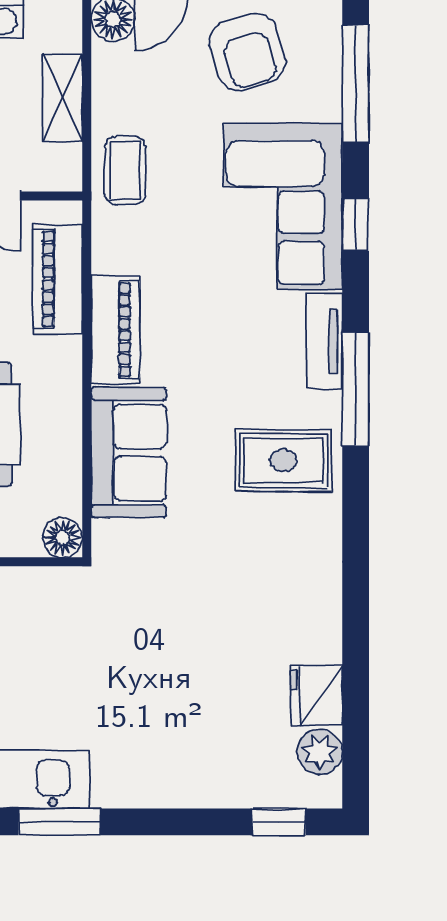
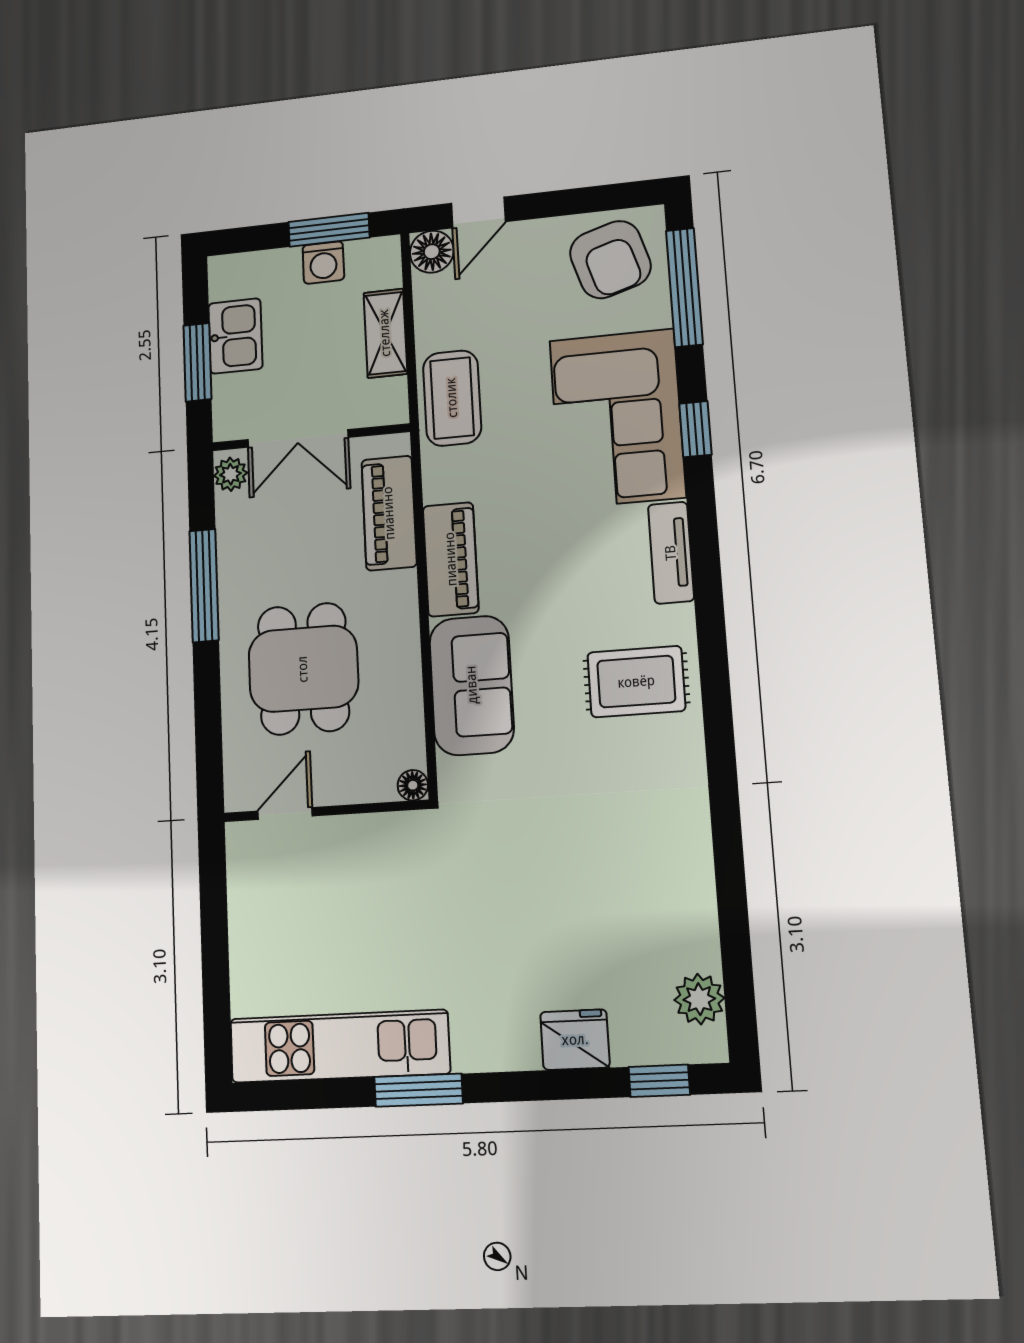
armchair: (248, 52) -> (610, 260), moved
coffee table: (125, 170) -> (452, 398), width x1.36, depth x1.30
window: (356, 389) -> (709, 600), removed
floor lamp: (63, 538) -> (413, 785), width x0.73, depth x0.73
fridge: (317, 696) -> (575, 1040), moved, turned 90

